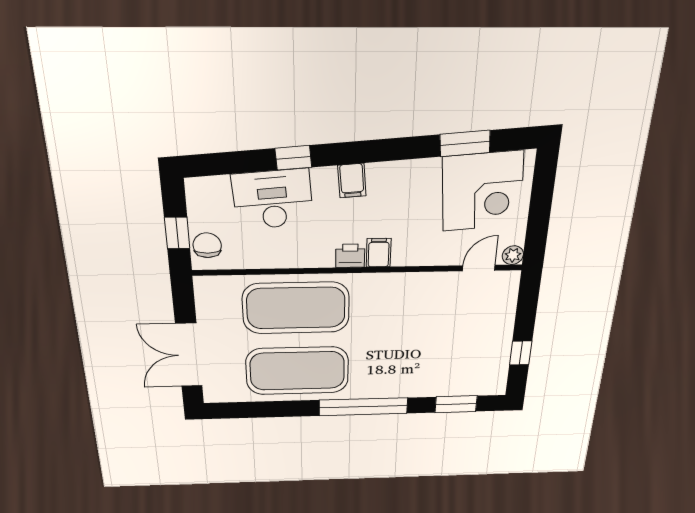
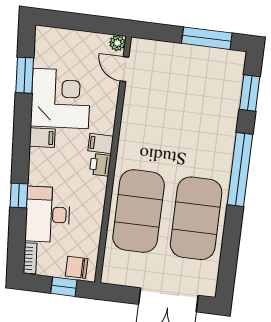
filing cabinet: (352, 181) -> (42, 138), moved
bookcase: (207, 184) -> (30, 258), added
corner desk: (483, 191) -> (61, 99), moved
window: (521, 353) -> (207, 38), width x2.17

